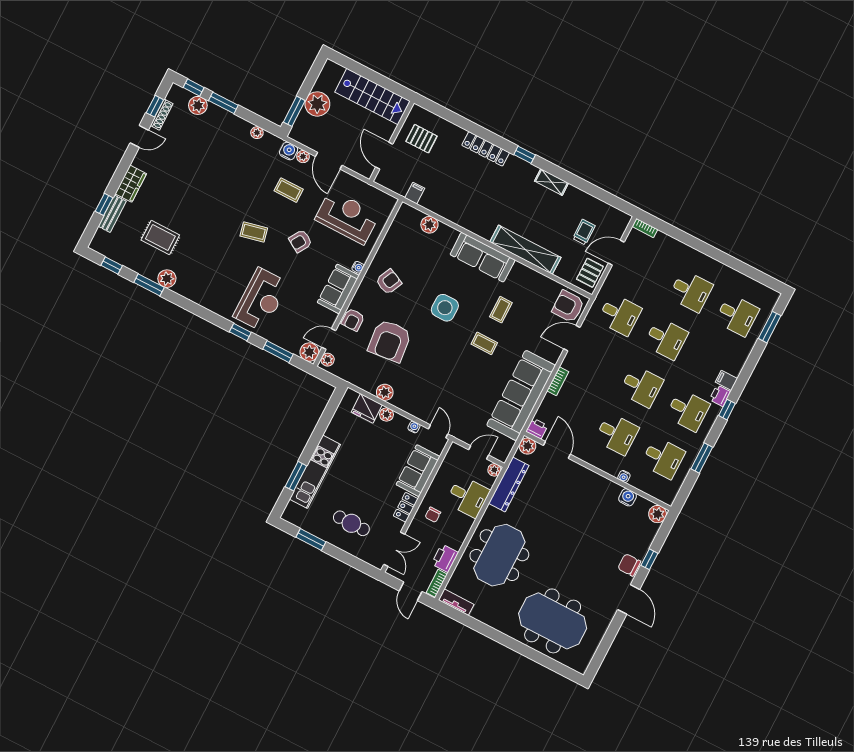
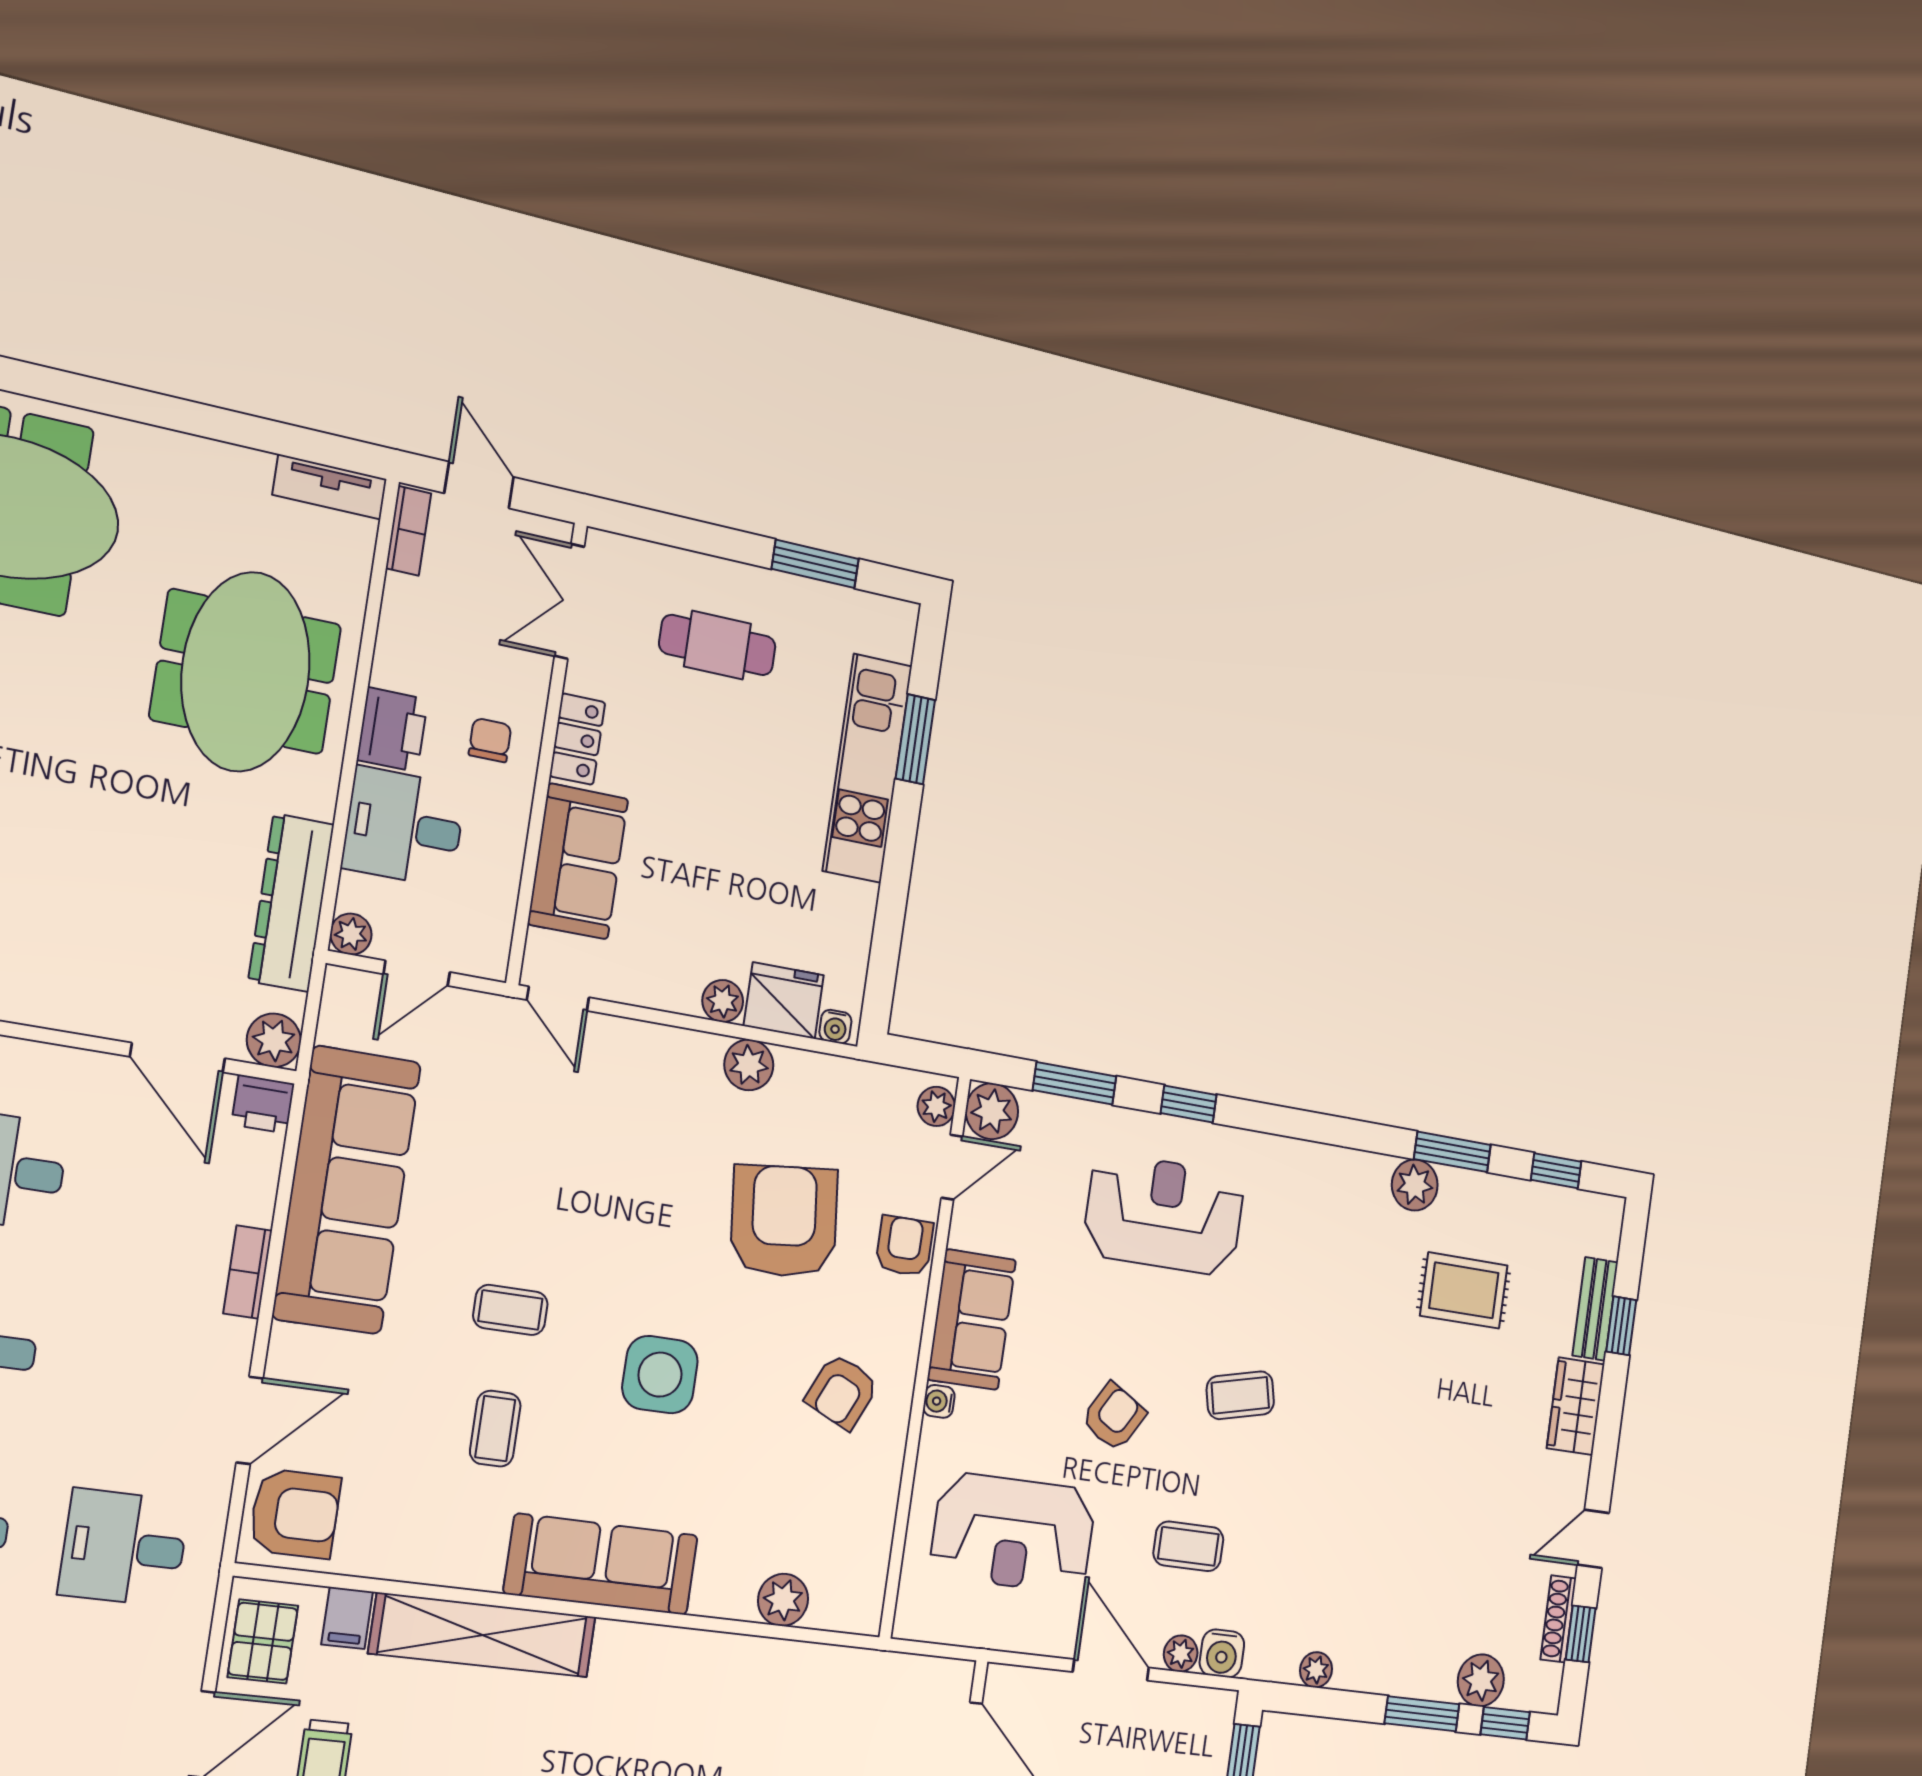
filing cabinet: (415, 193) -> (347, 1618), moved
reception desk: (261, 300) -> (1164, 1214), turned 90
water cooler: (414, 427) -> (835, 1027), moved
printer: (445, 558) -> (392, 730), moved

